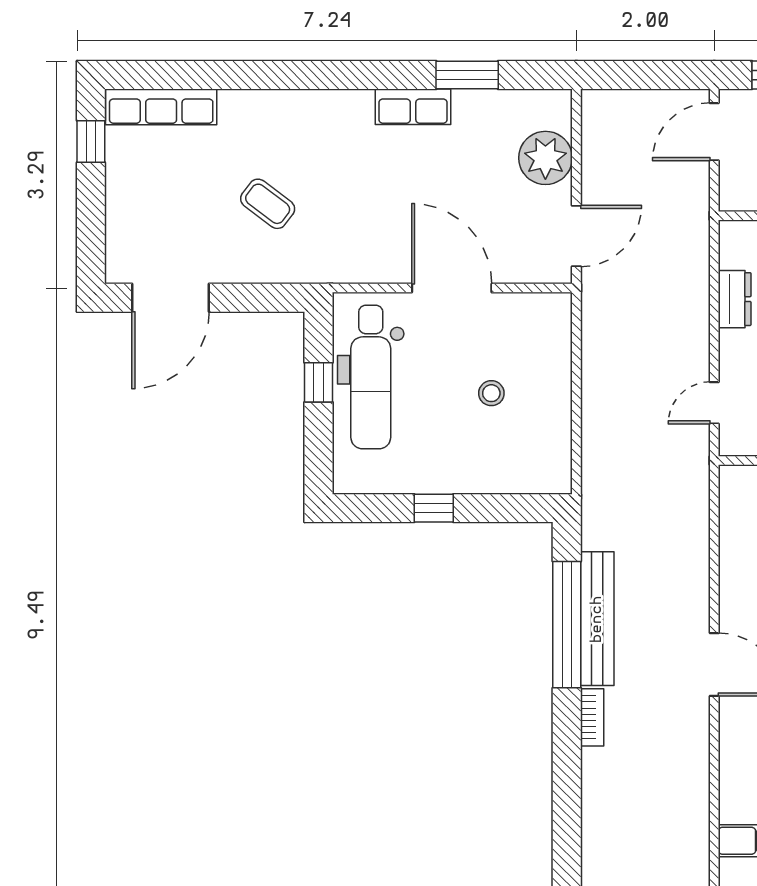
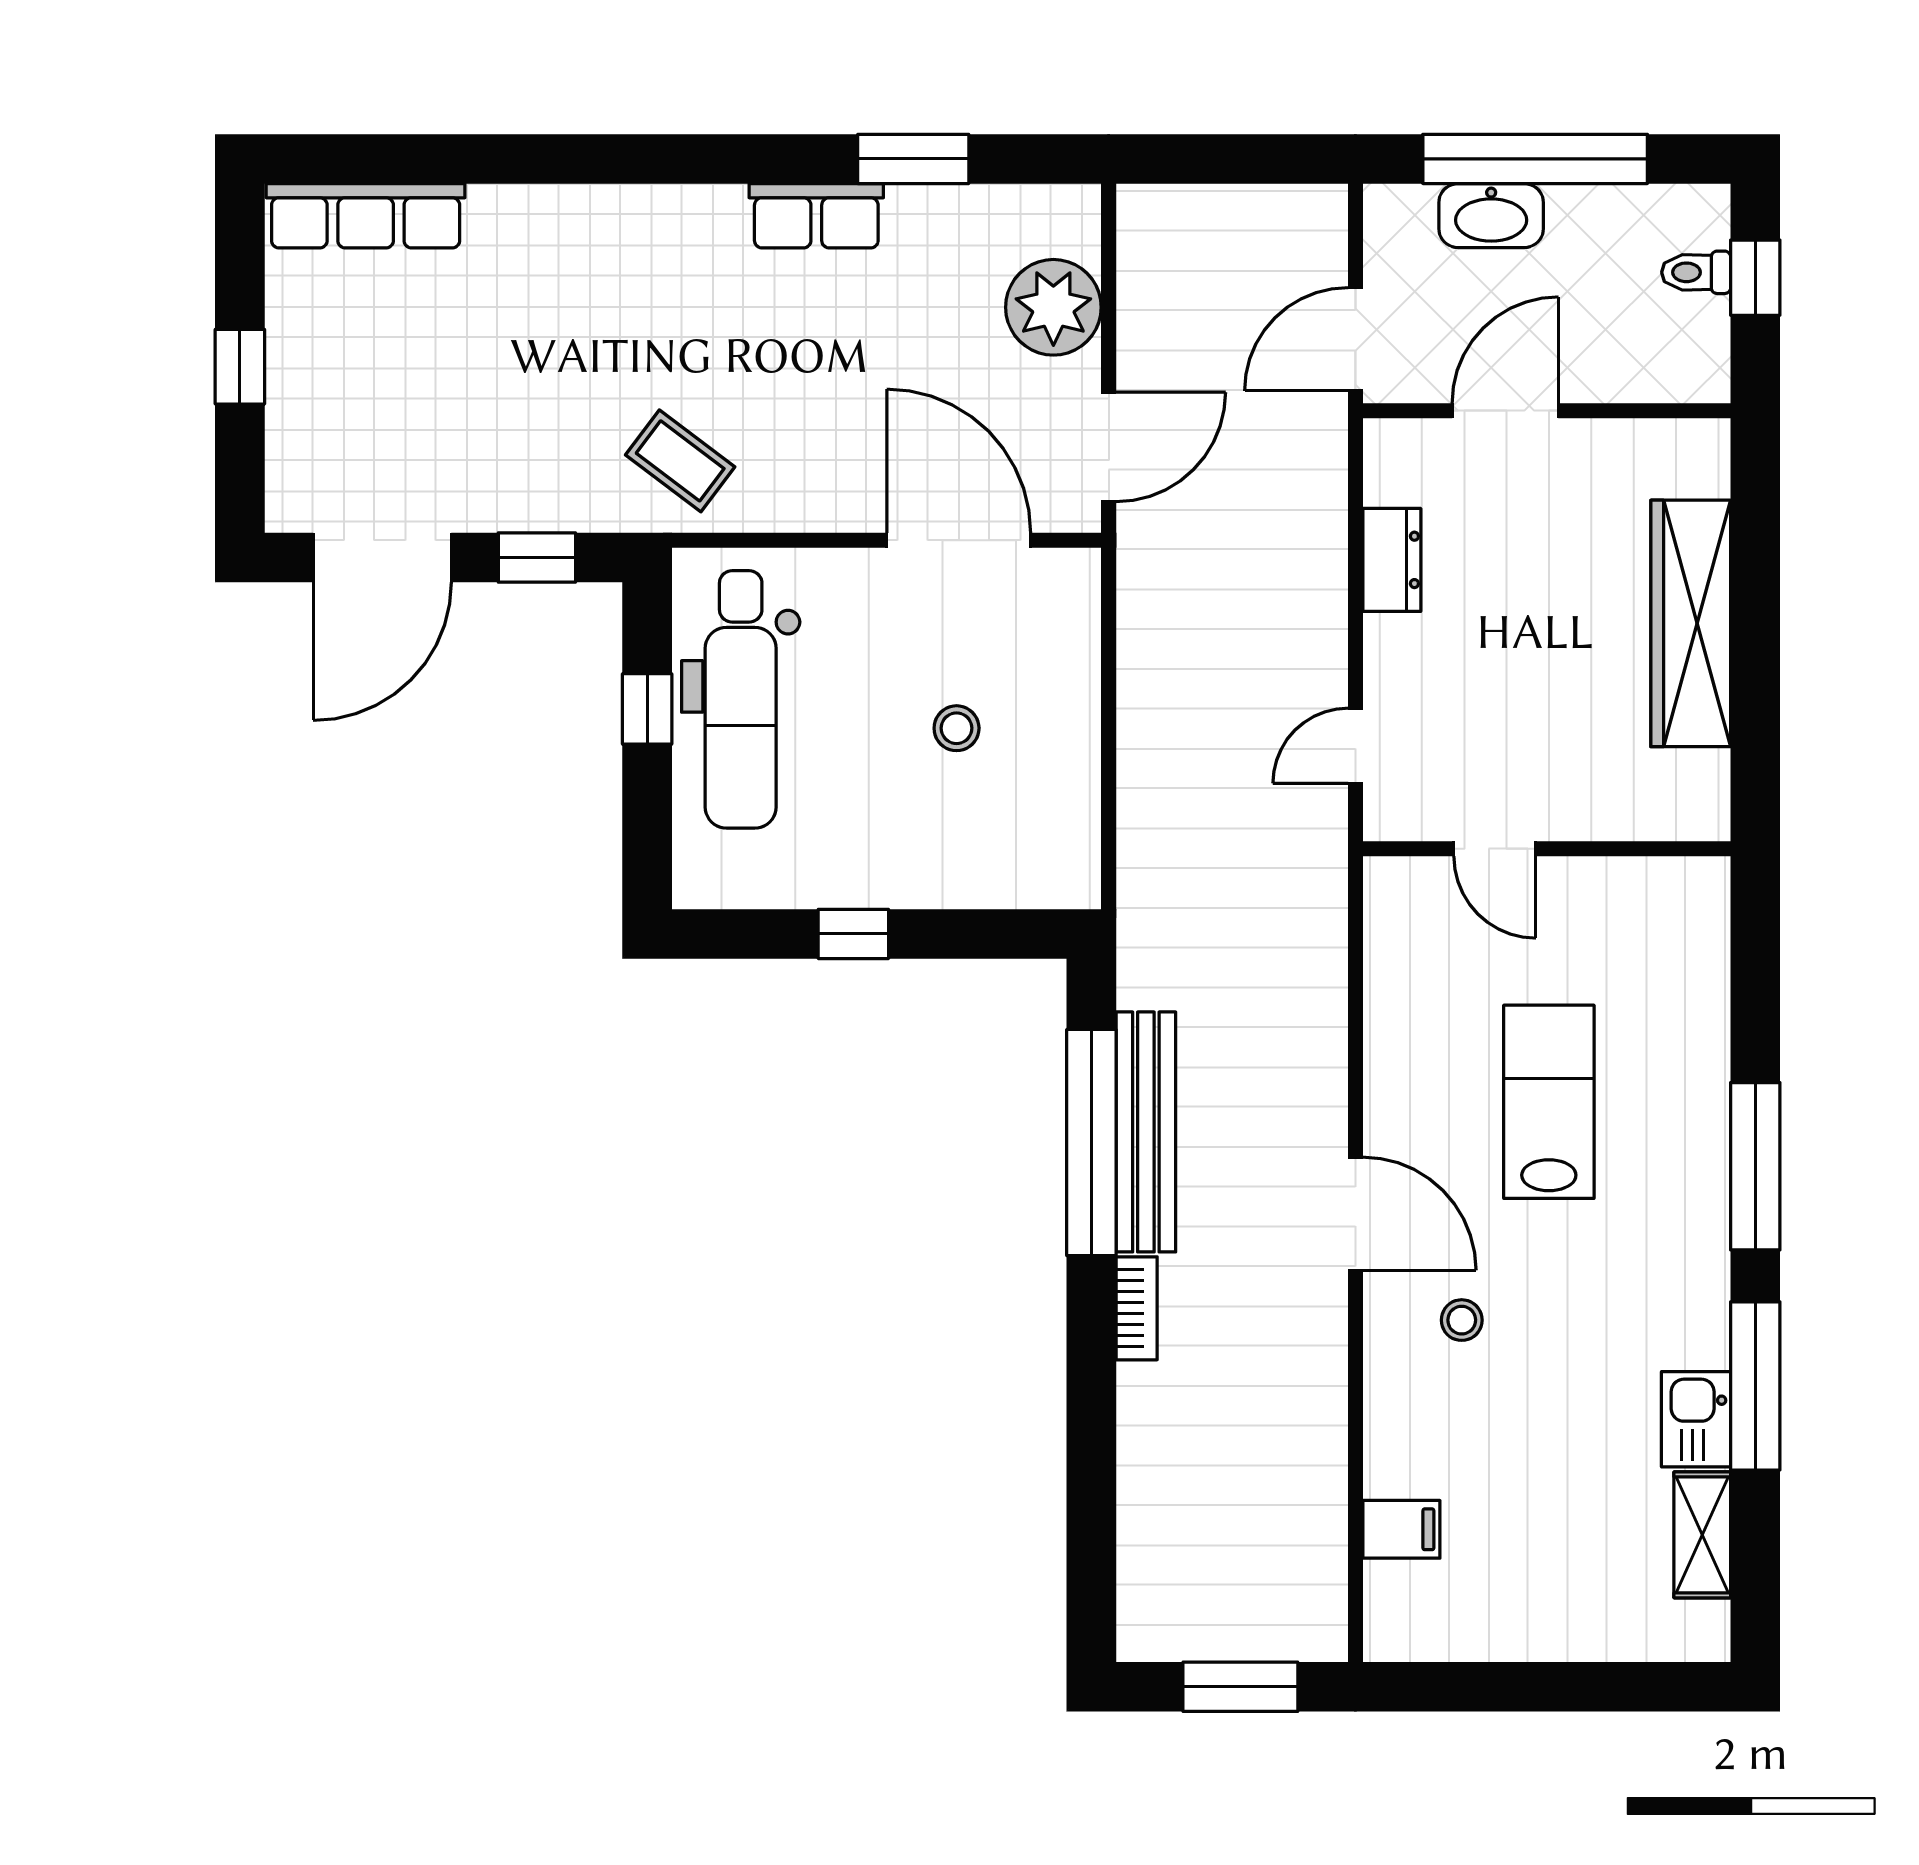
door: (714, 132) -> (1355, 339), moved
window: (91, 141) -> (240, 367), moved
coffee table: (268, 204) -> (680, 461), moved
door: (452, 288) -> (959, 540), moved
window: (257, 298) -> (537, 558), added

